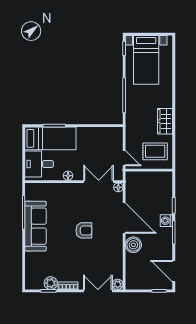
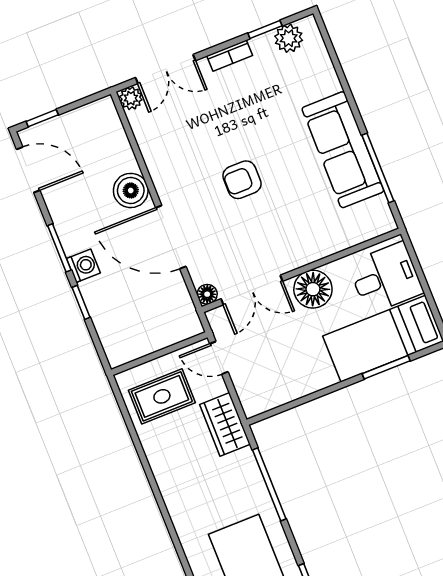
wardrobe: (165, 121) -> (225, 424), moved, turned 180
floor lamp: (68, 176) -> (313, 289), width x1.89, depth x1.89
plant: (51, 283) -> (289, 38), moved

